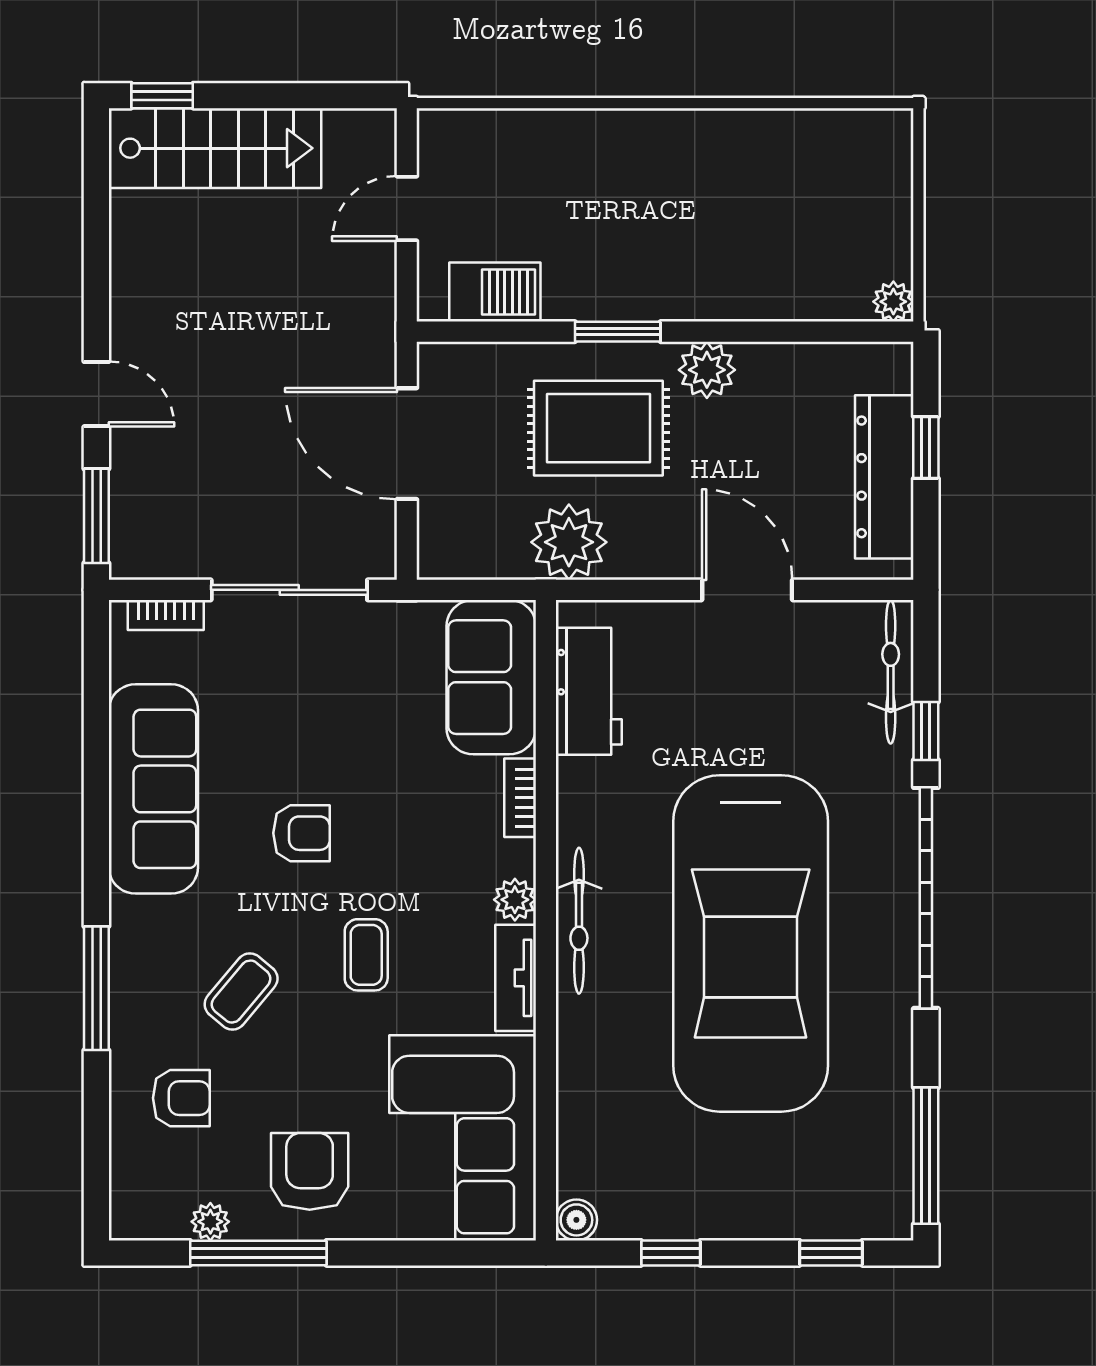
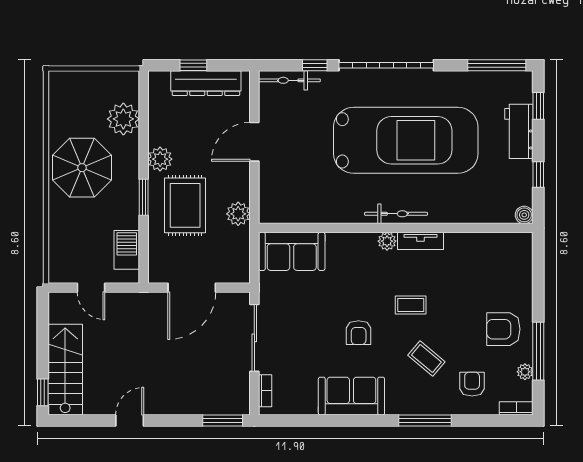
parasol: (687, 187) -> (82, 168), added
plant: (893, 302) -> (123, 119), moved, width x1.87, depth x1.87
door: (96, 394) -> (130, 420), moved
plant: (569, 542) -> (238, 214), width x0.73, depth x0.73
workbench: (589, 691) -> (519, 131), moved, turned -90
sofa: (153, 789) -> (351, 396), width x0.73
bookcase: (520, 798) -> (516, 408), moved, turned 180
armchair: (302, 833) -> (359, 333), turned 180
corner sofa: (463, 1138) -> (489, 264), removed

